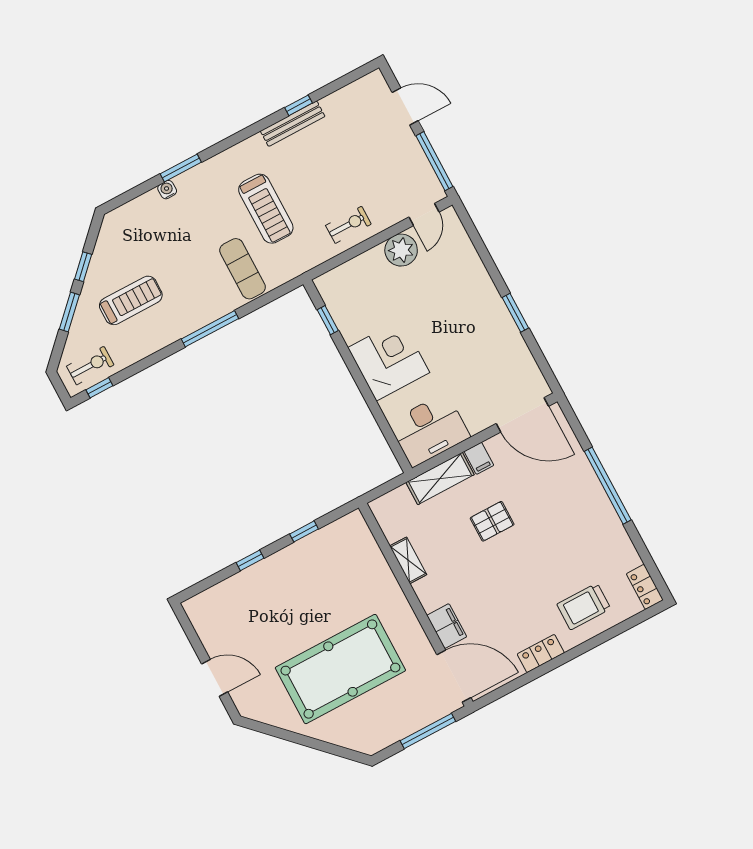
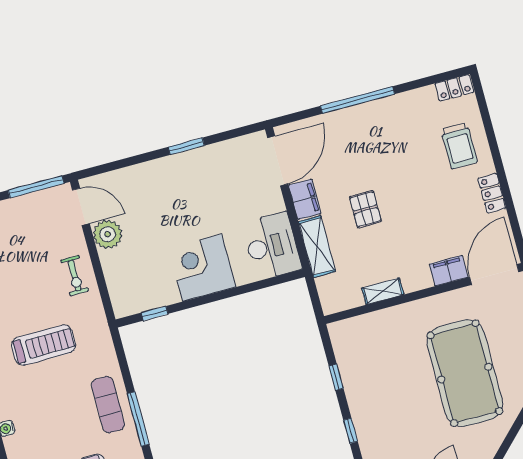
door: (424, 214) -> (81, 207), width x1.38
exercise bike: (348, 225) -> (75, 276), turned 180
exercise mat: (243, 269) -> (108, 405), moved, turned 90
filing cabinet: (479, 458) -> (305, 199), width x2.00

